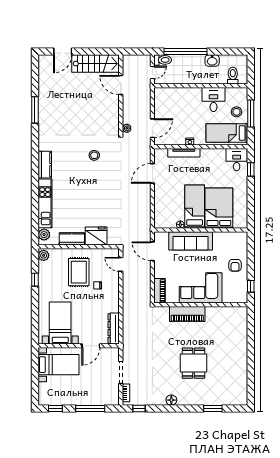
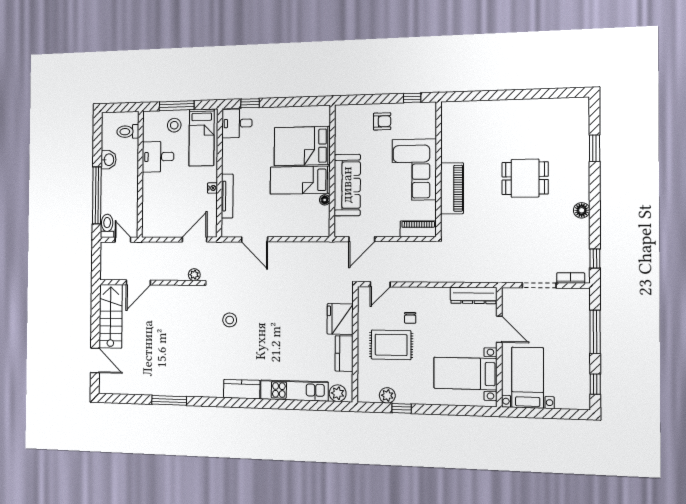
door: (152, 128) -> (195, 240), hinge flipped
plant: (44, 255) -> (387, 395), moved

